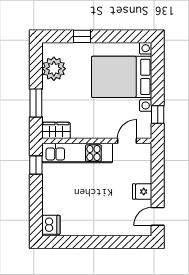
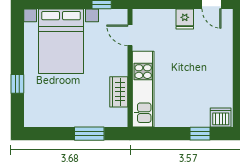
plant: (54, 69) -> (52, 114), removed
wardrobe: (56, 130) -> (119, 92), moved
window: (36, 165) -> (200, 134), moved

